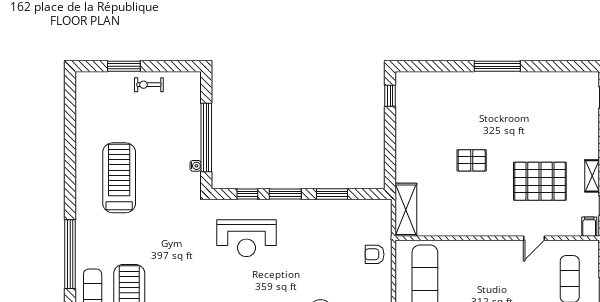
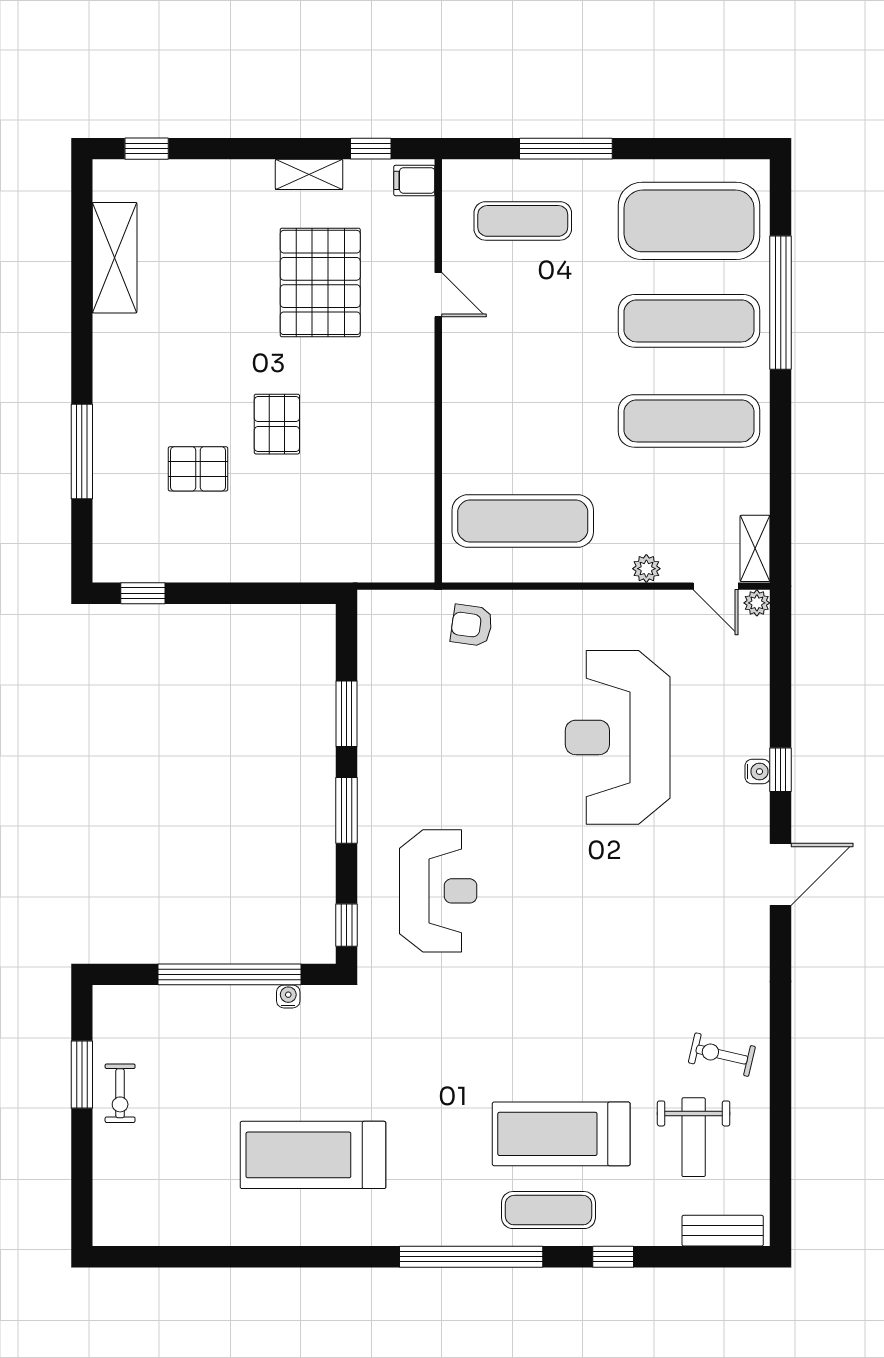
window: (124, 66) -> (82, 1075), moved
window: (497, 66) -> (82, 452), moved
pallet: (450, 122) -> (198, 469), added
window: (247, 194) -> (347, 925), moved
shelving: (406, 210) -> (115, 258), moved, turned 90
armchair: (375, 254) -> (472, 625), turned 98

